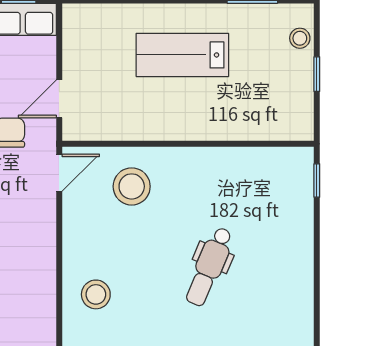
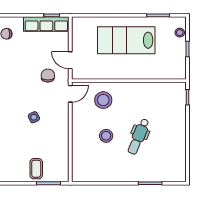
lab bench: (182, 55) -> (126, 40), width x1.36, depth x1.39
door: (59, 99) -> (70, 60), hinge flipped
stool: (96, 294) -> (106, 136), moved

